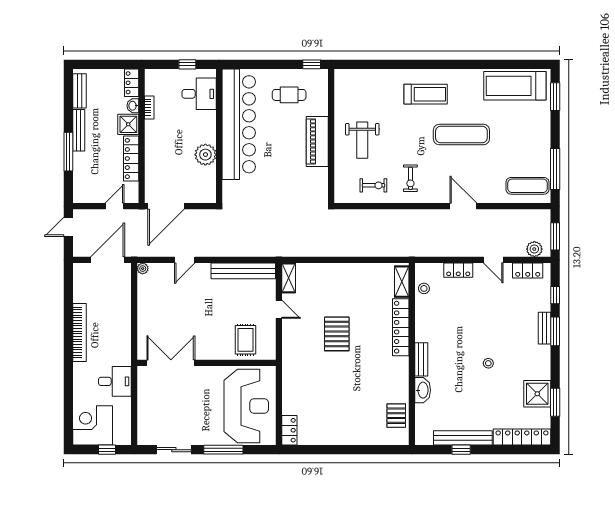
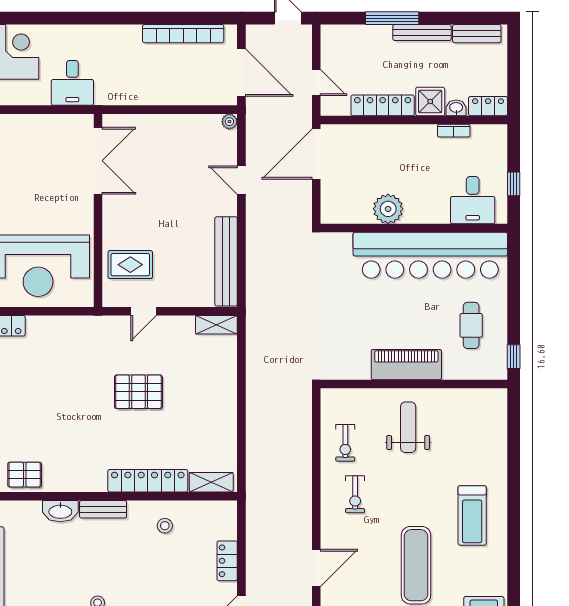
weight bench: (362, 140) -> (408, 427), turned 90
exercise bike: (410, 178) -> (355, 494), turned -90
door: (166, 206) -> (316, 154), hinge flipped
stool: (424, 288) -> (165, 526), moved
door: (279, 309) -> (144, 311), moved
bookcase: (80, 332) -> (183, 34), moved

